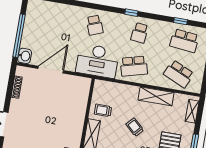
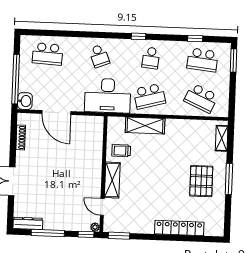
school desk: (50, 17) -> (48, 54), added
door: (51, 70) -> (56, 112), swing flipped
shelving: (156, 96) -> (145, 126), moved
trolley: (135, 127) -> (160, 165), removed

